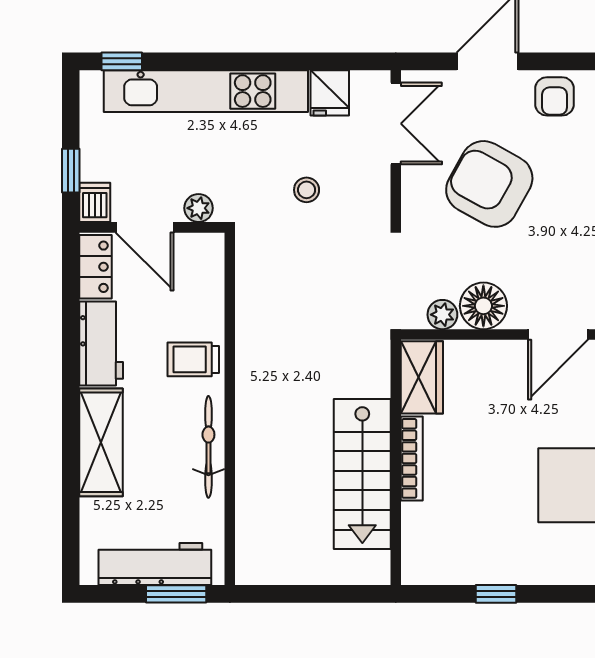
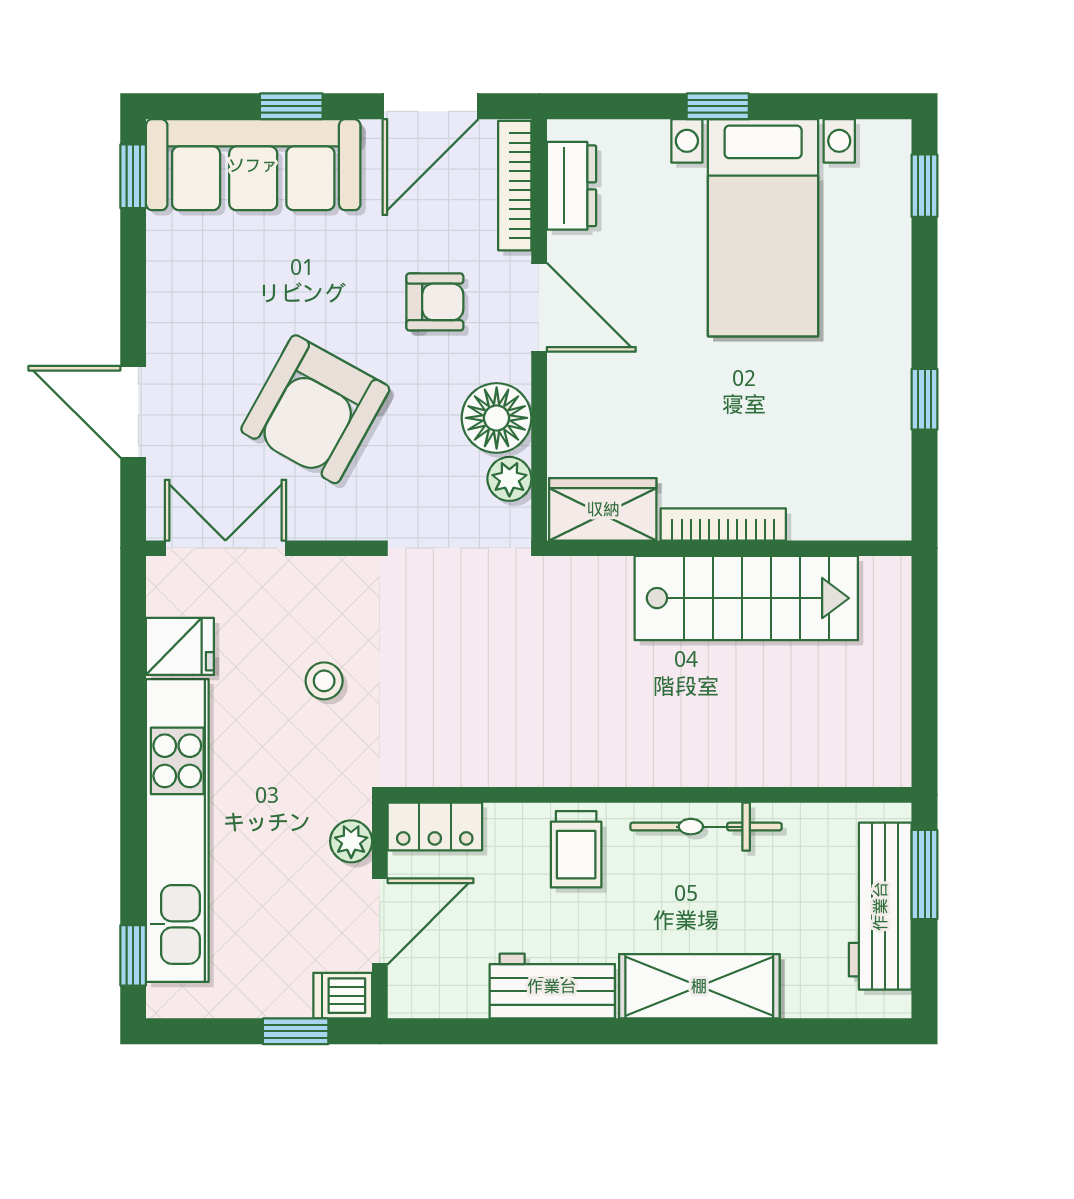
armchair: (555, 96) -> (435, 302), moved
locker: (95, 267) -> (435, 826), moved, turned 180

